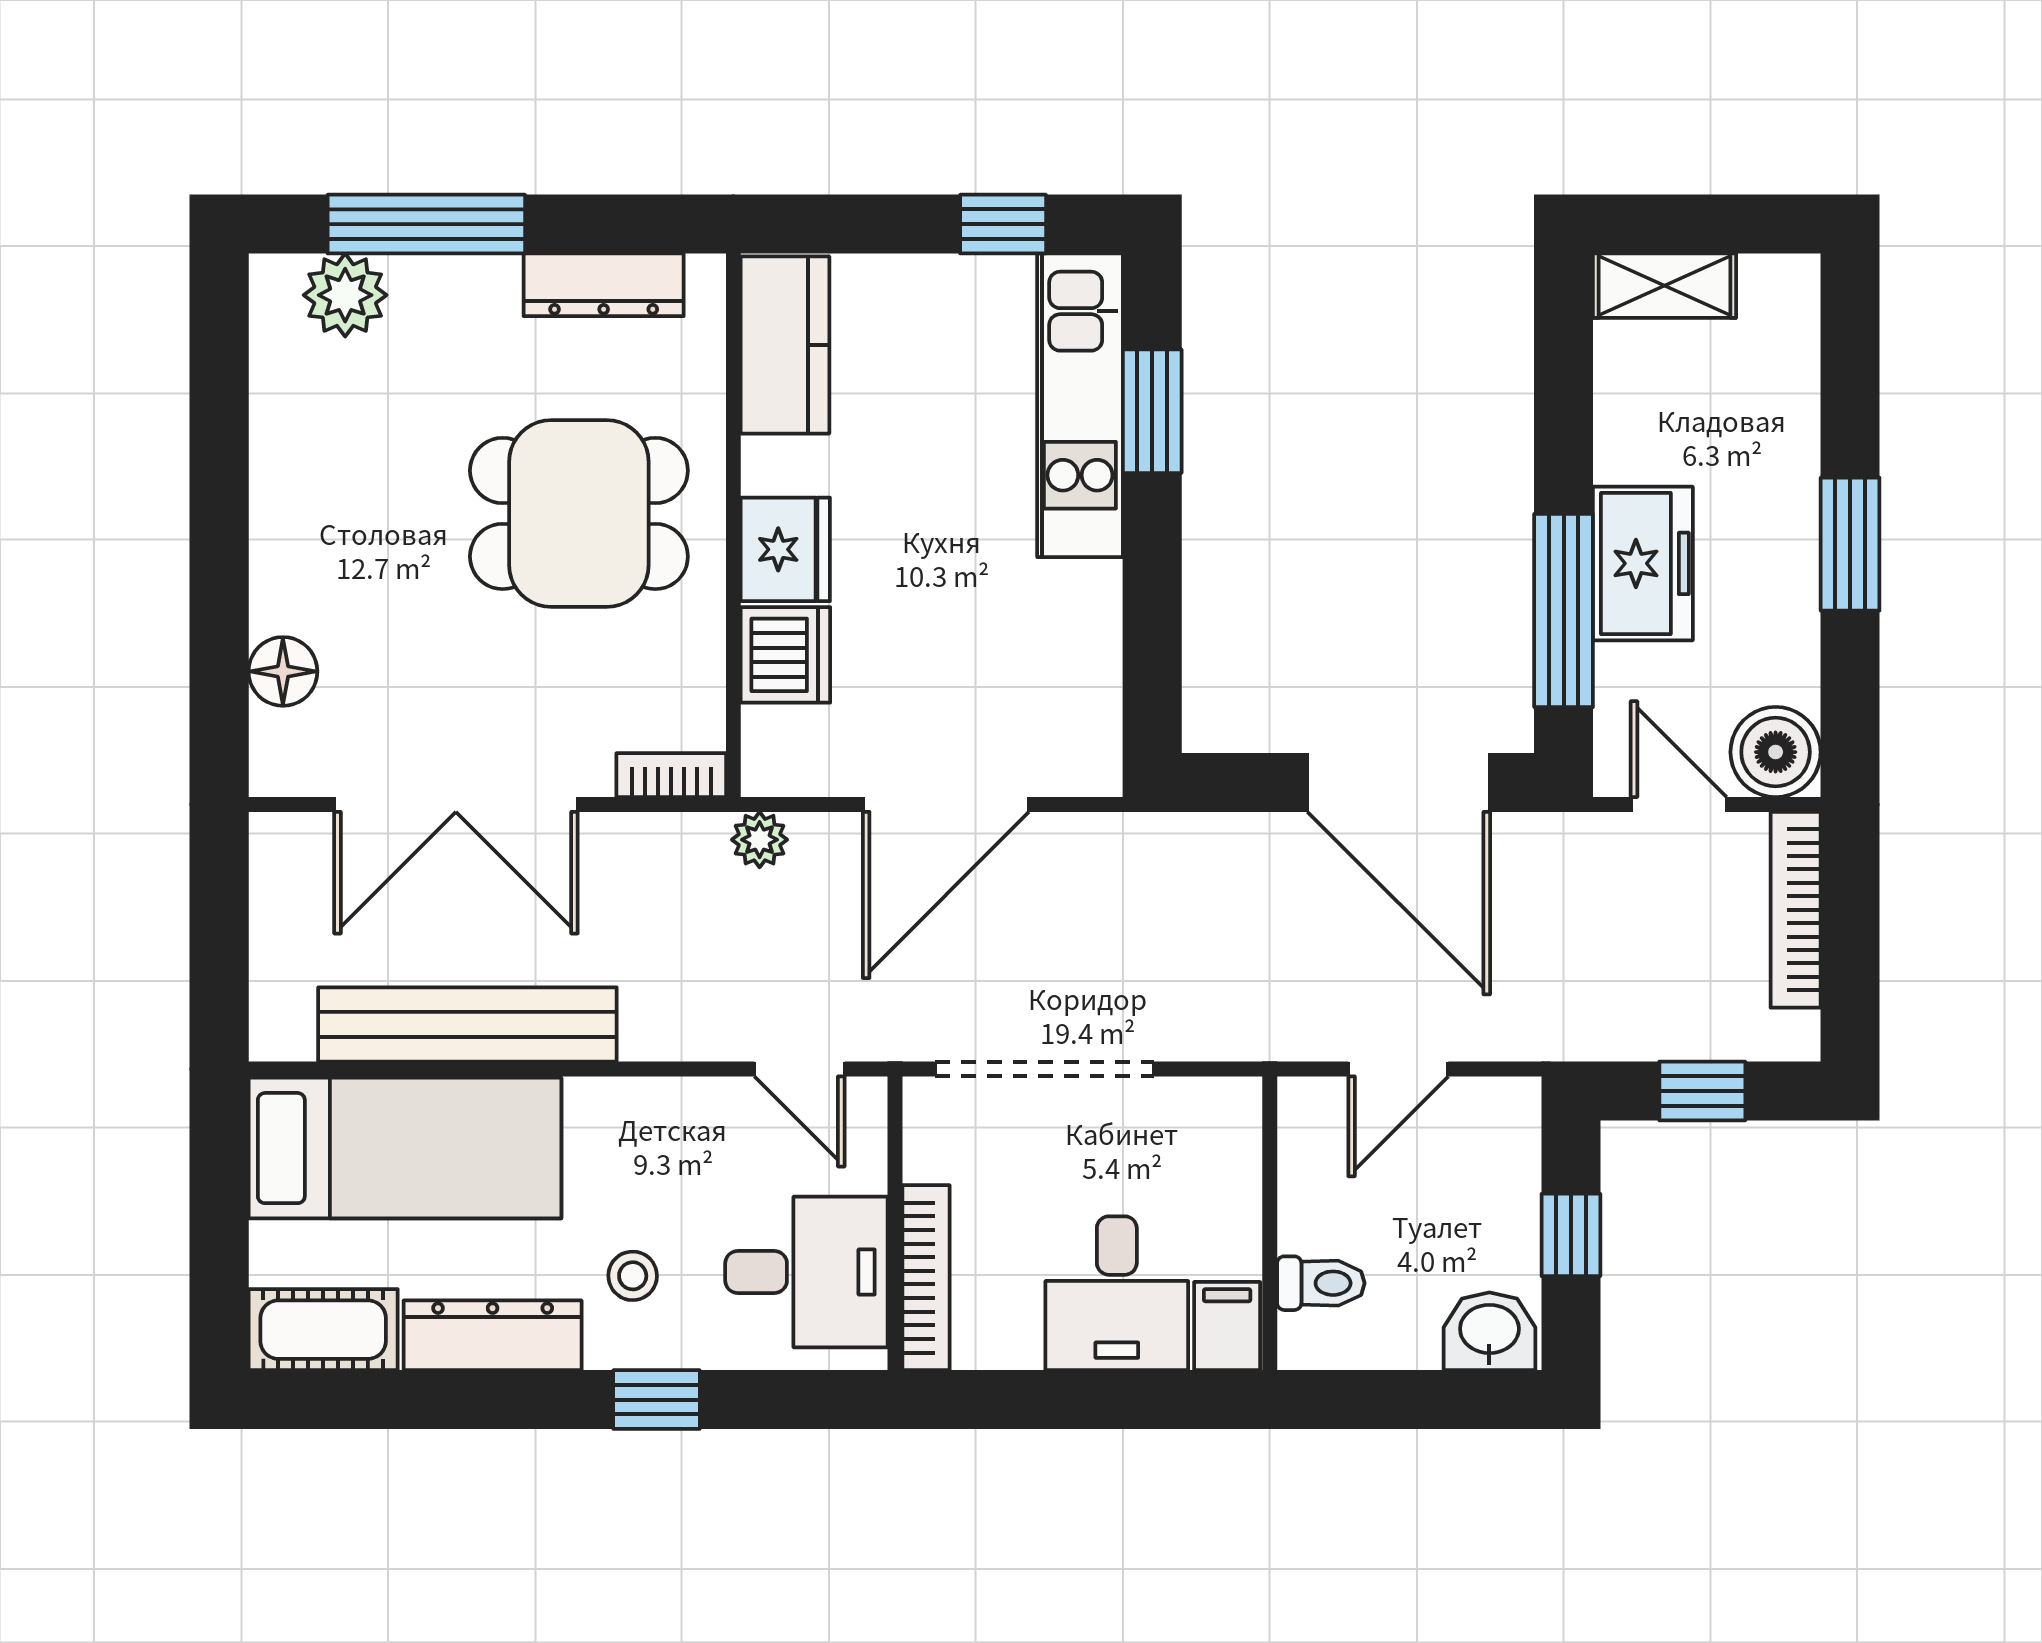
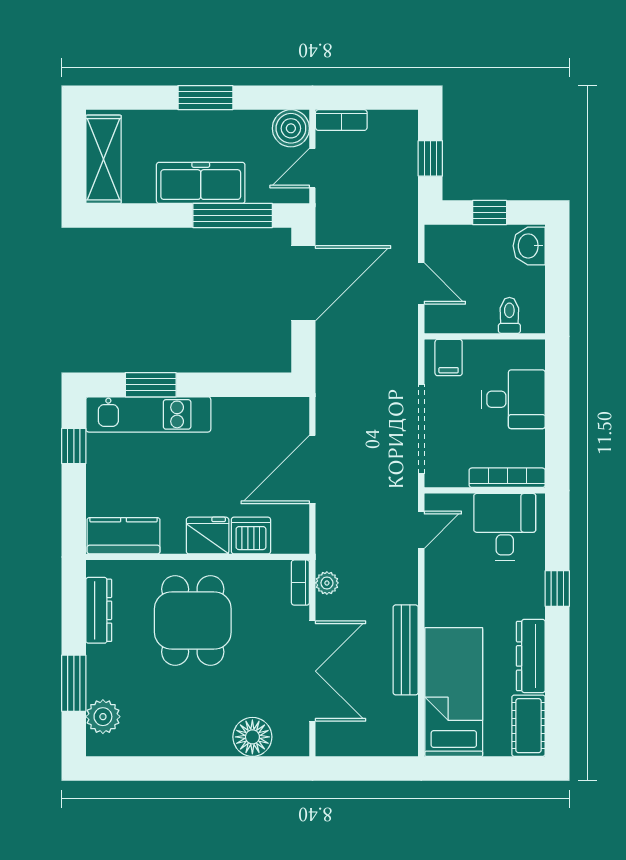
window: (426, 224) -> (74, 683), width x0.69
shelving: (1665, 286) -> (104, 159), width x1.50, depth x1.33
freezer: (1643, 563) -> (201, 183), width x1.40
floor lamp: (283, 671) -> (252, 737), width x1.38, depth x1.38
door: (946, 804) -> (312, 470), swing flipped
plant: (760, 840) -> (327, 583), moved
bookcase: (1796, 910) -> (341, 120), width x0.64
bench: (467, 1024) -> (406, 650), width x0.73, depth x0.82
stool: (633, 1276) -> (506, 598), removed
filing cabinet: (1227, 1326) -> (449, 358), moved, turned -90

